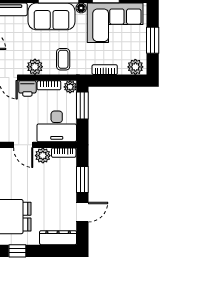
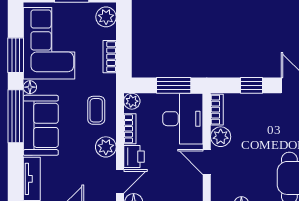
coffee table: (63, 59) -> (96, 110), turned 90
window: (82, 105) -> (174, 85), moved
door: (23, 145) -> (207, 162), swing flipped
window: (82, 179) -> (252, 85), width x0.67

